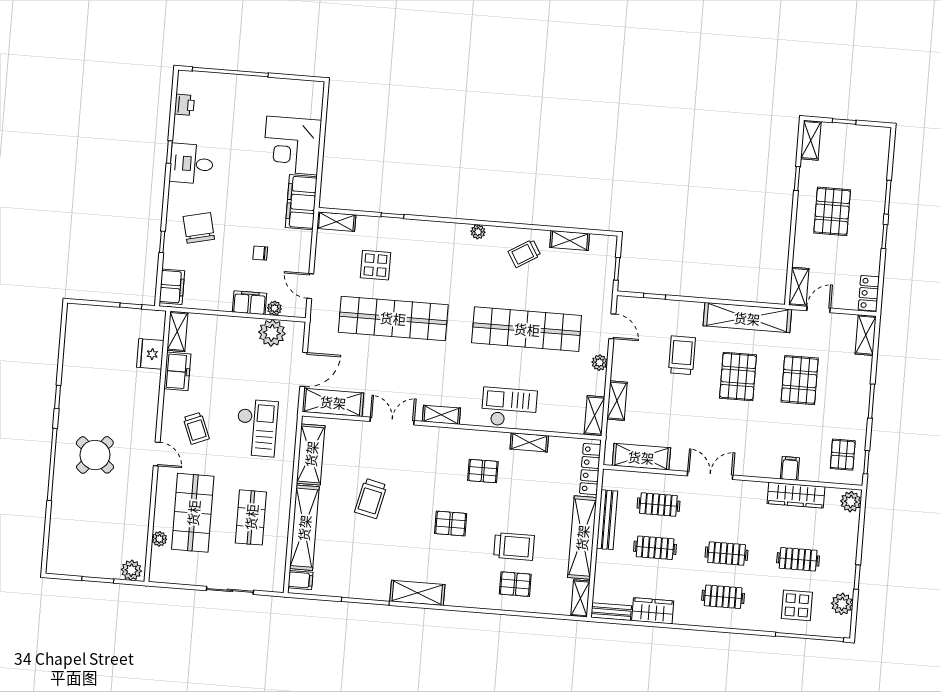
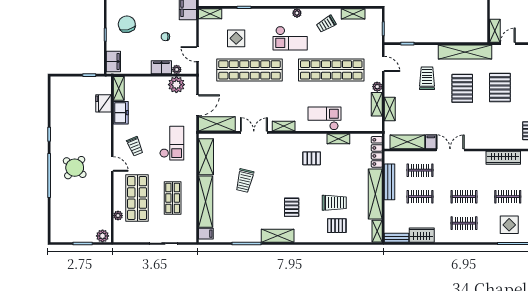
checkout: (464, 272) -> (290, 38), added
shelving: (594, 416) -> (377, 104), moved
filing cabinet: (790, 468) -> (431, 142), moved
pallet: (451, 524) -> (292, 207), moved, turned 90

